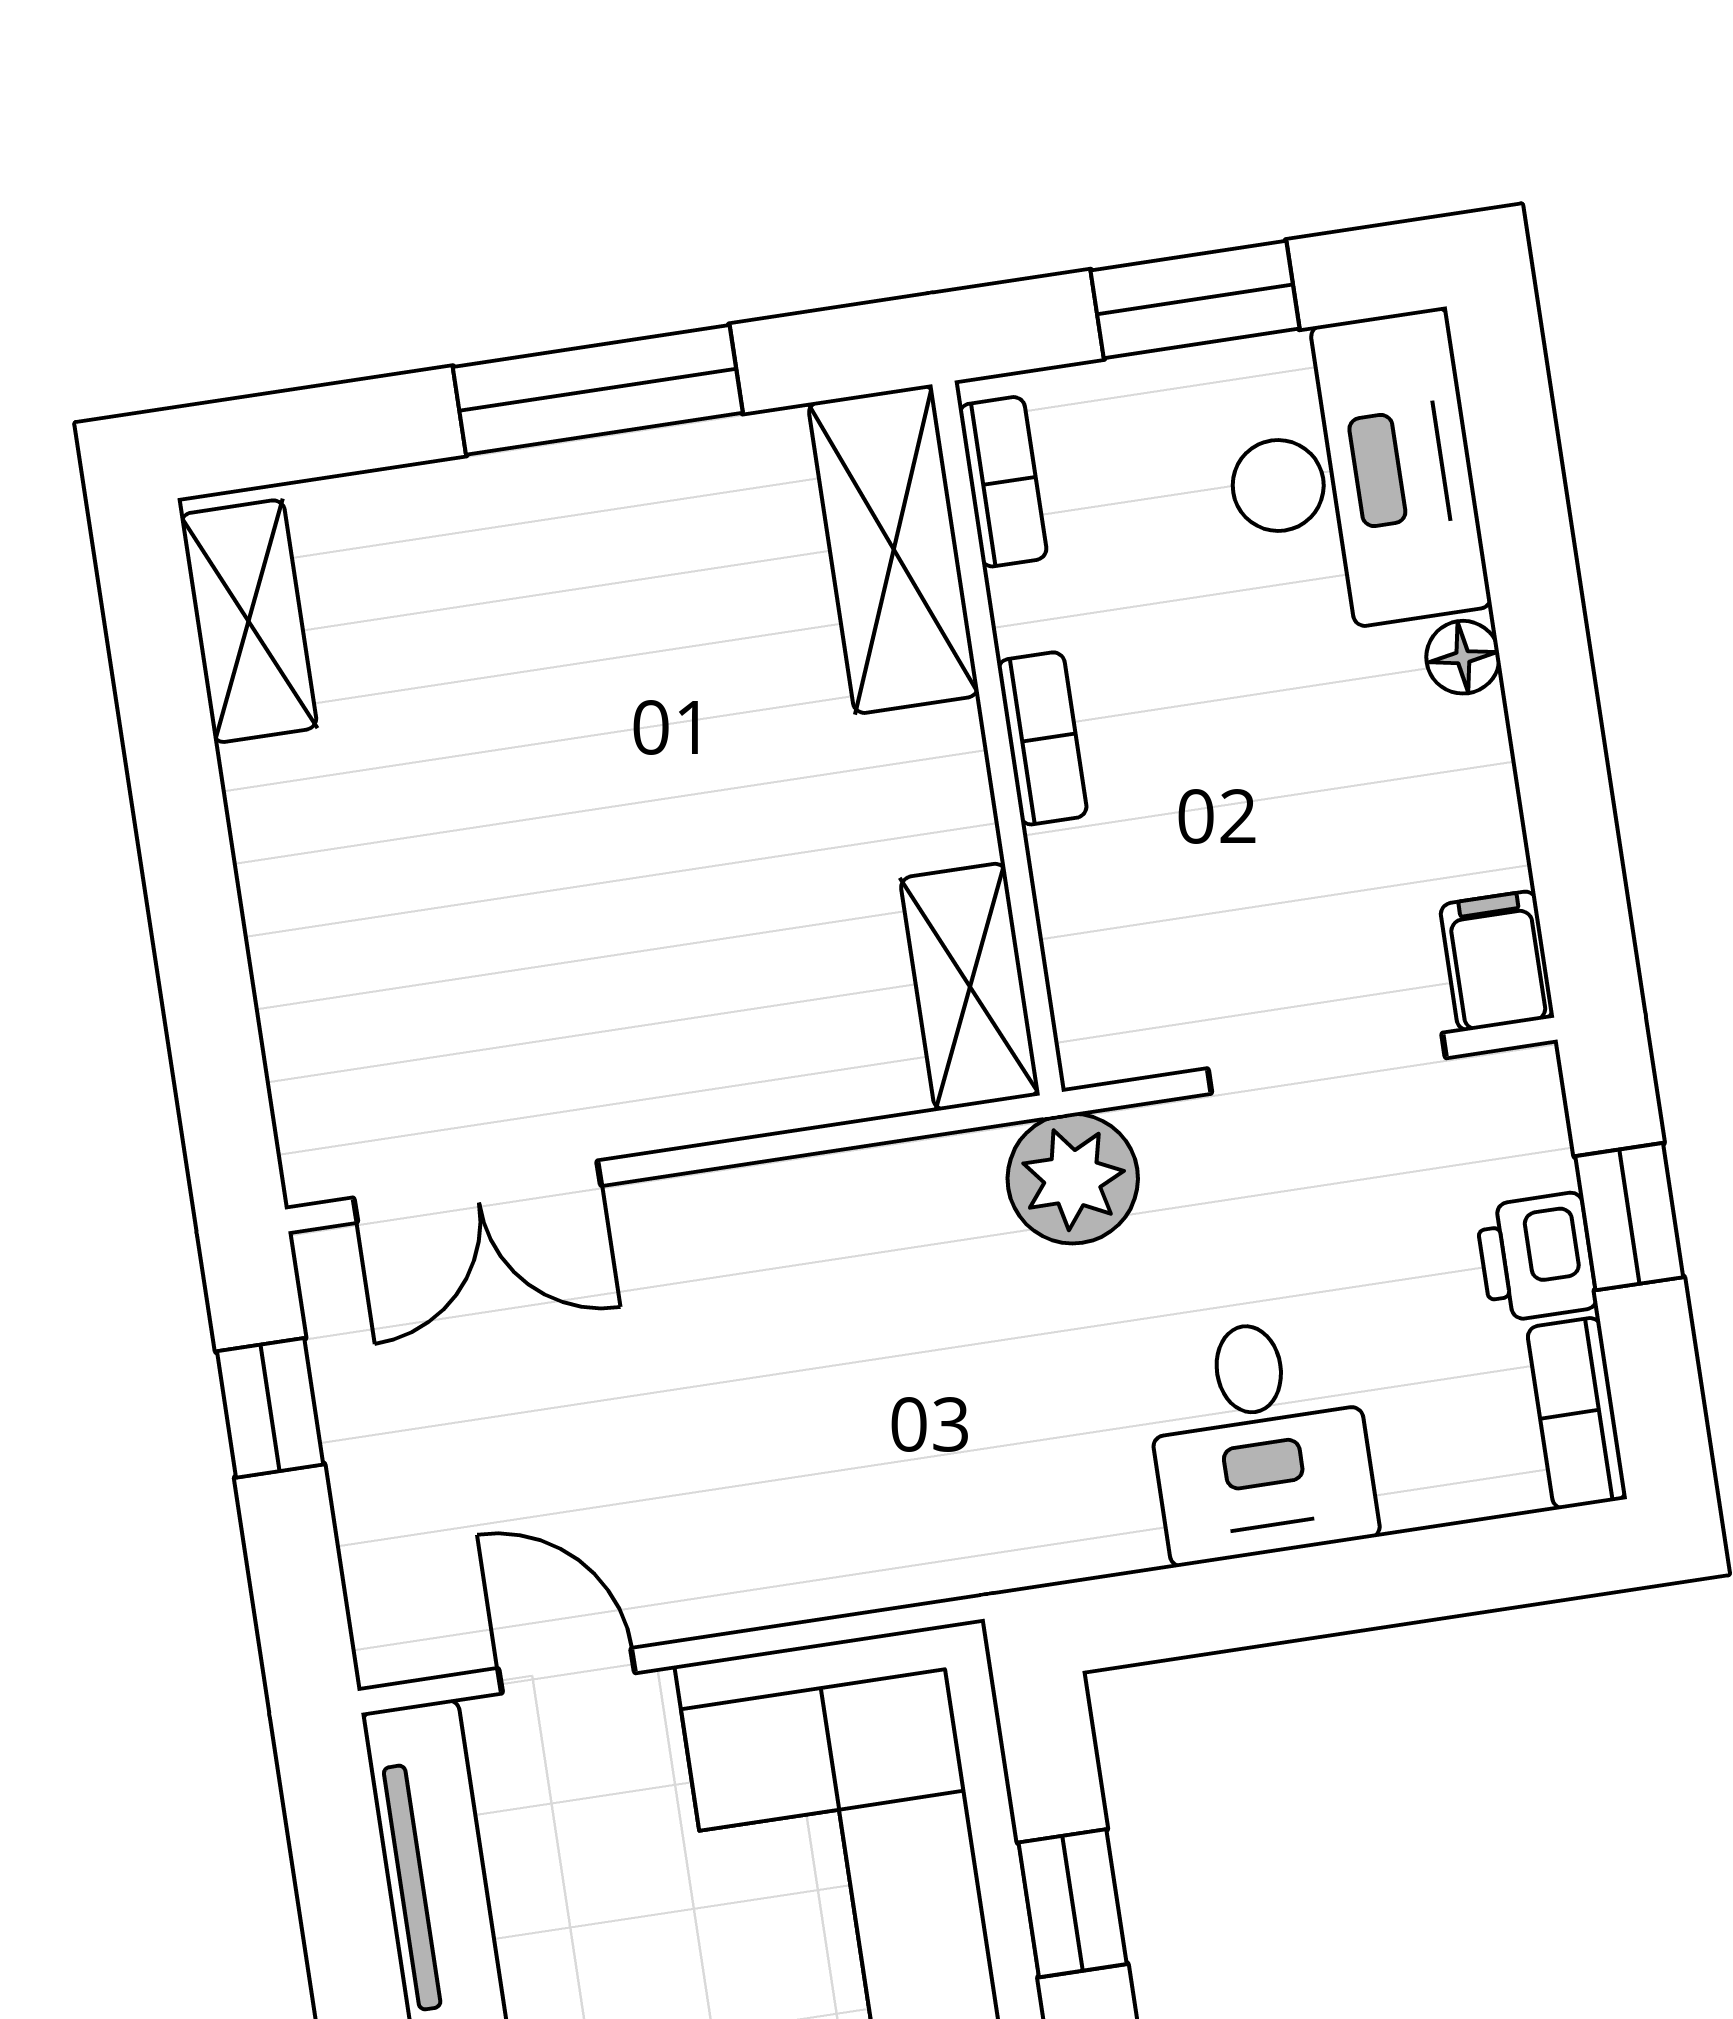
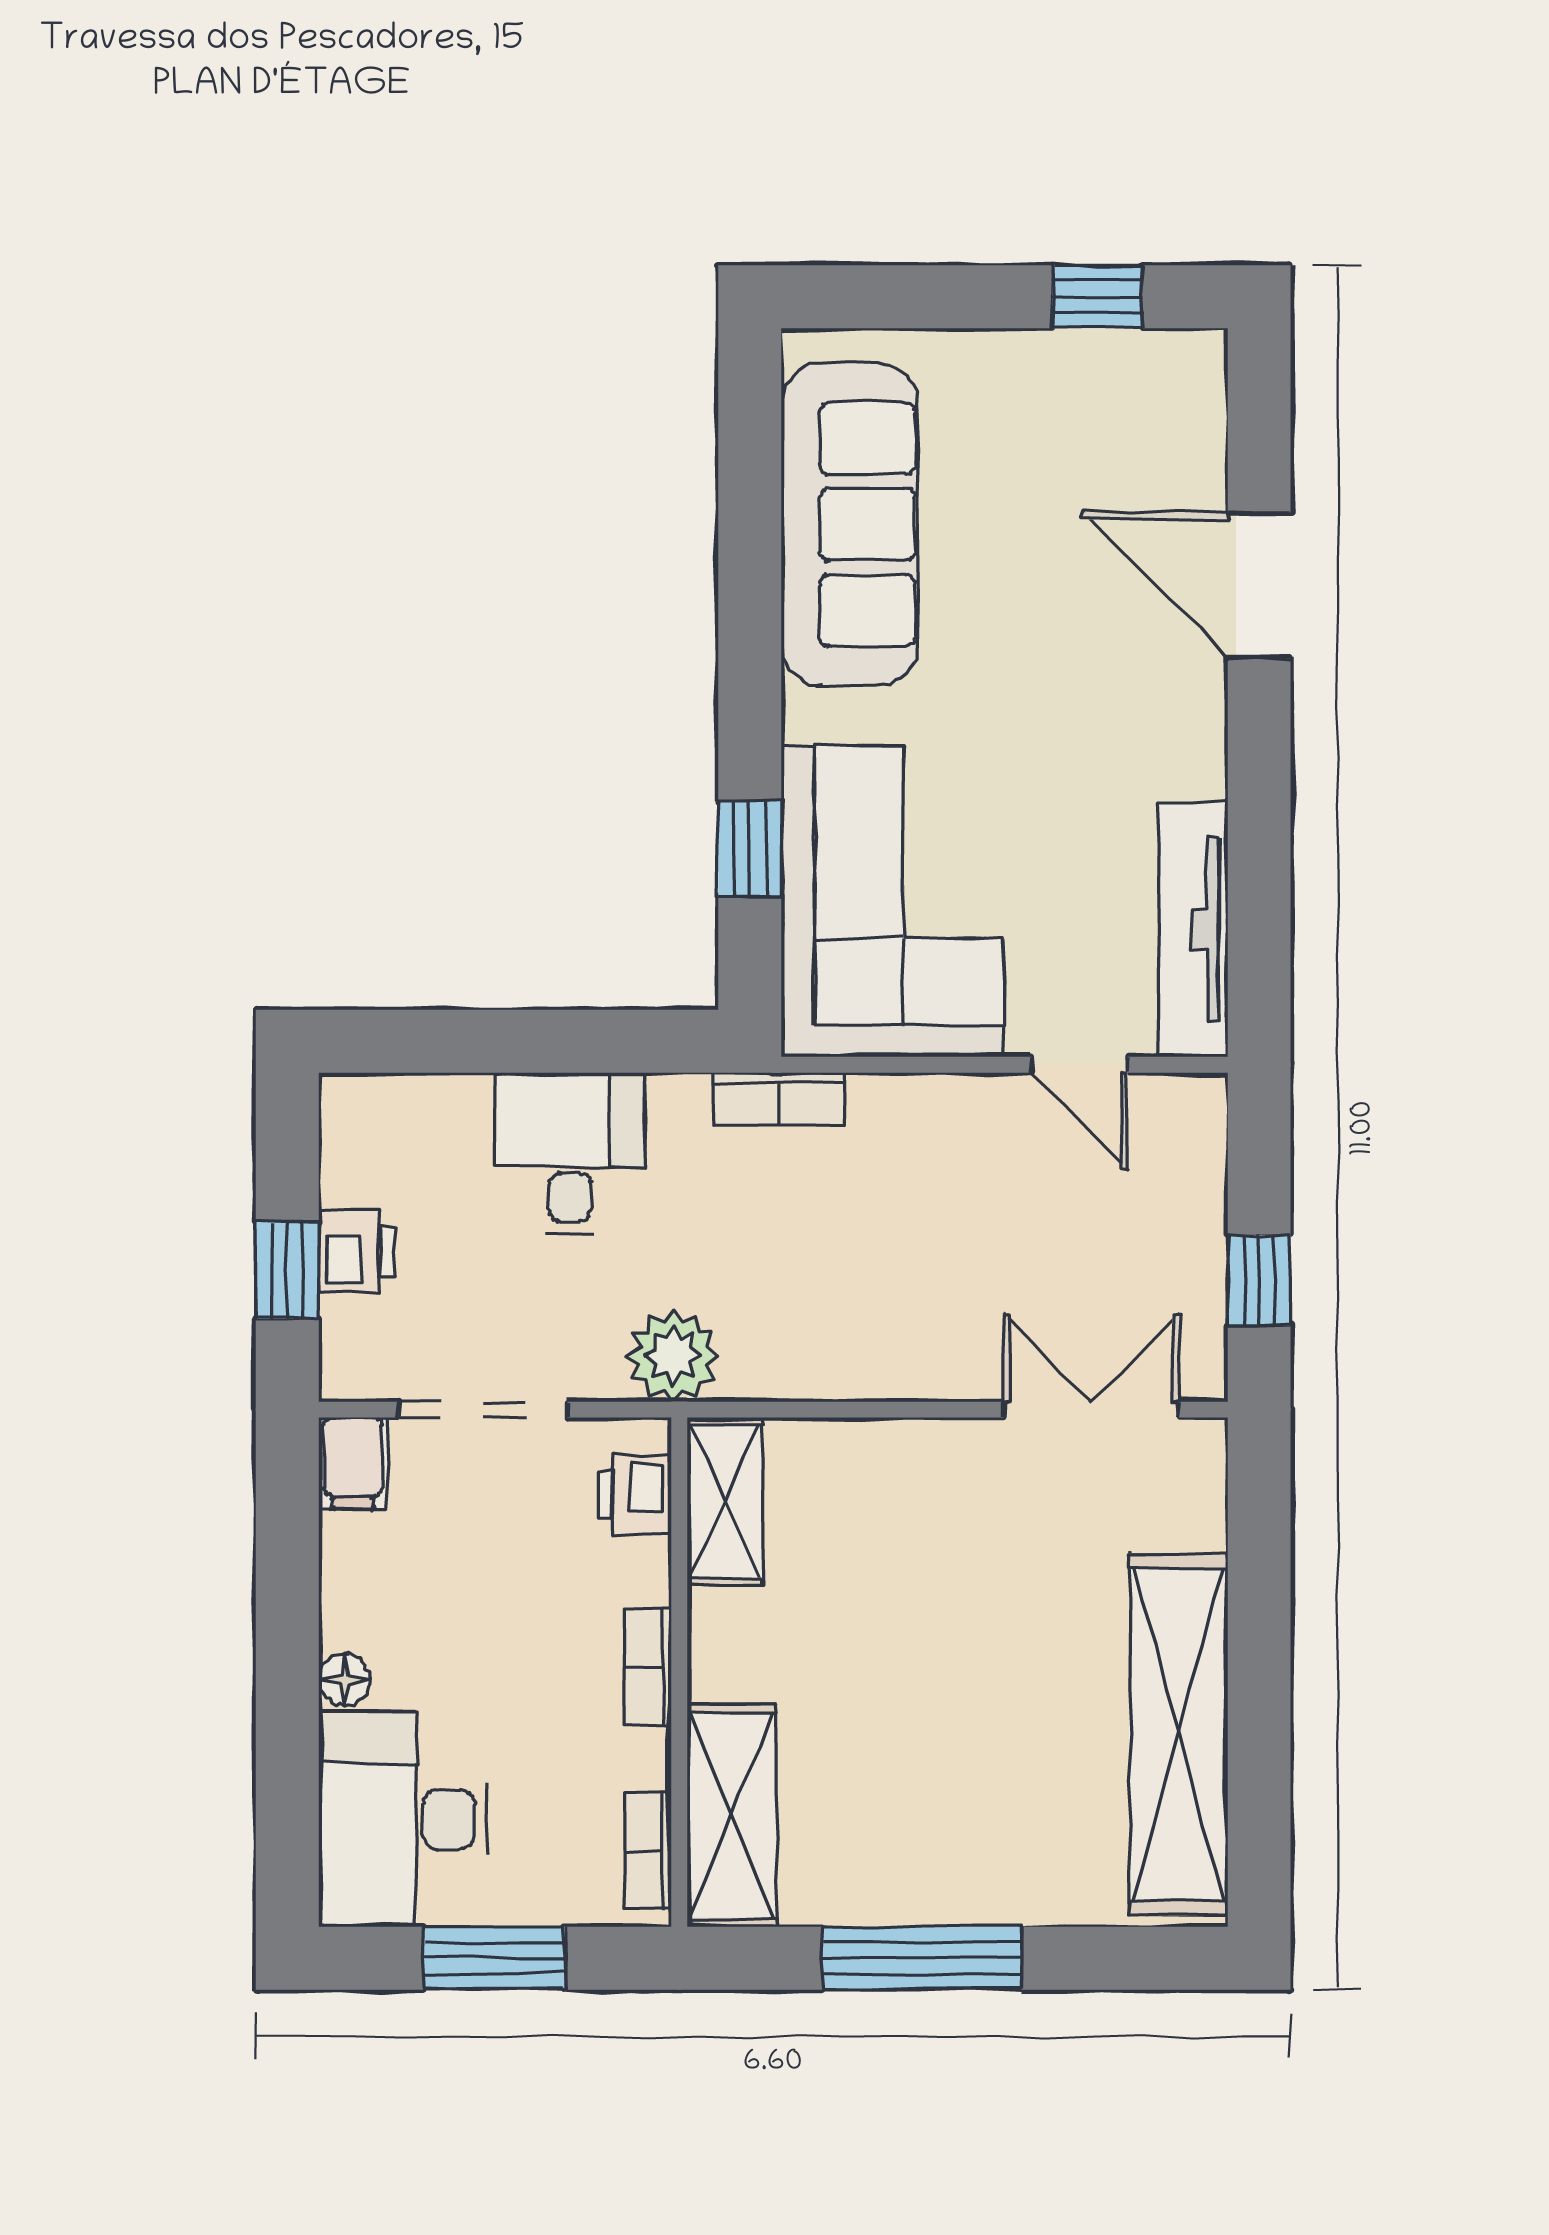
shelving: (249, 621) -> (1178, 1735), width x2.20, depth x1.33
printer: (1097, 977) -> (635, 1495), added
bookcase: (1577, 1413) -> (779, 1099), moved, turned 90

